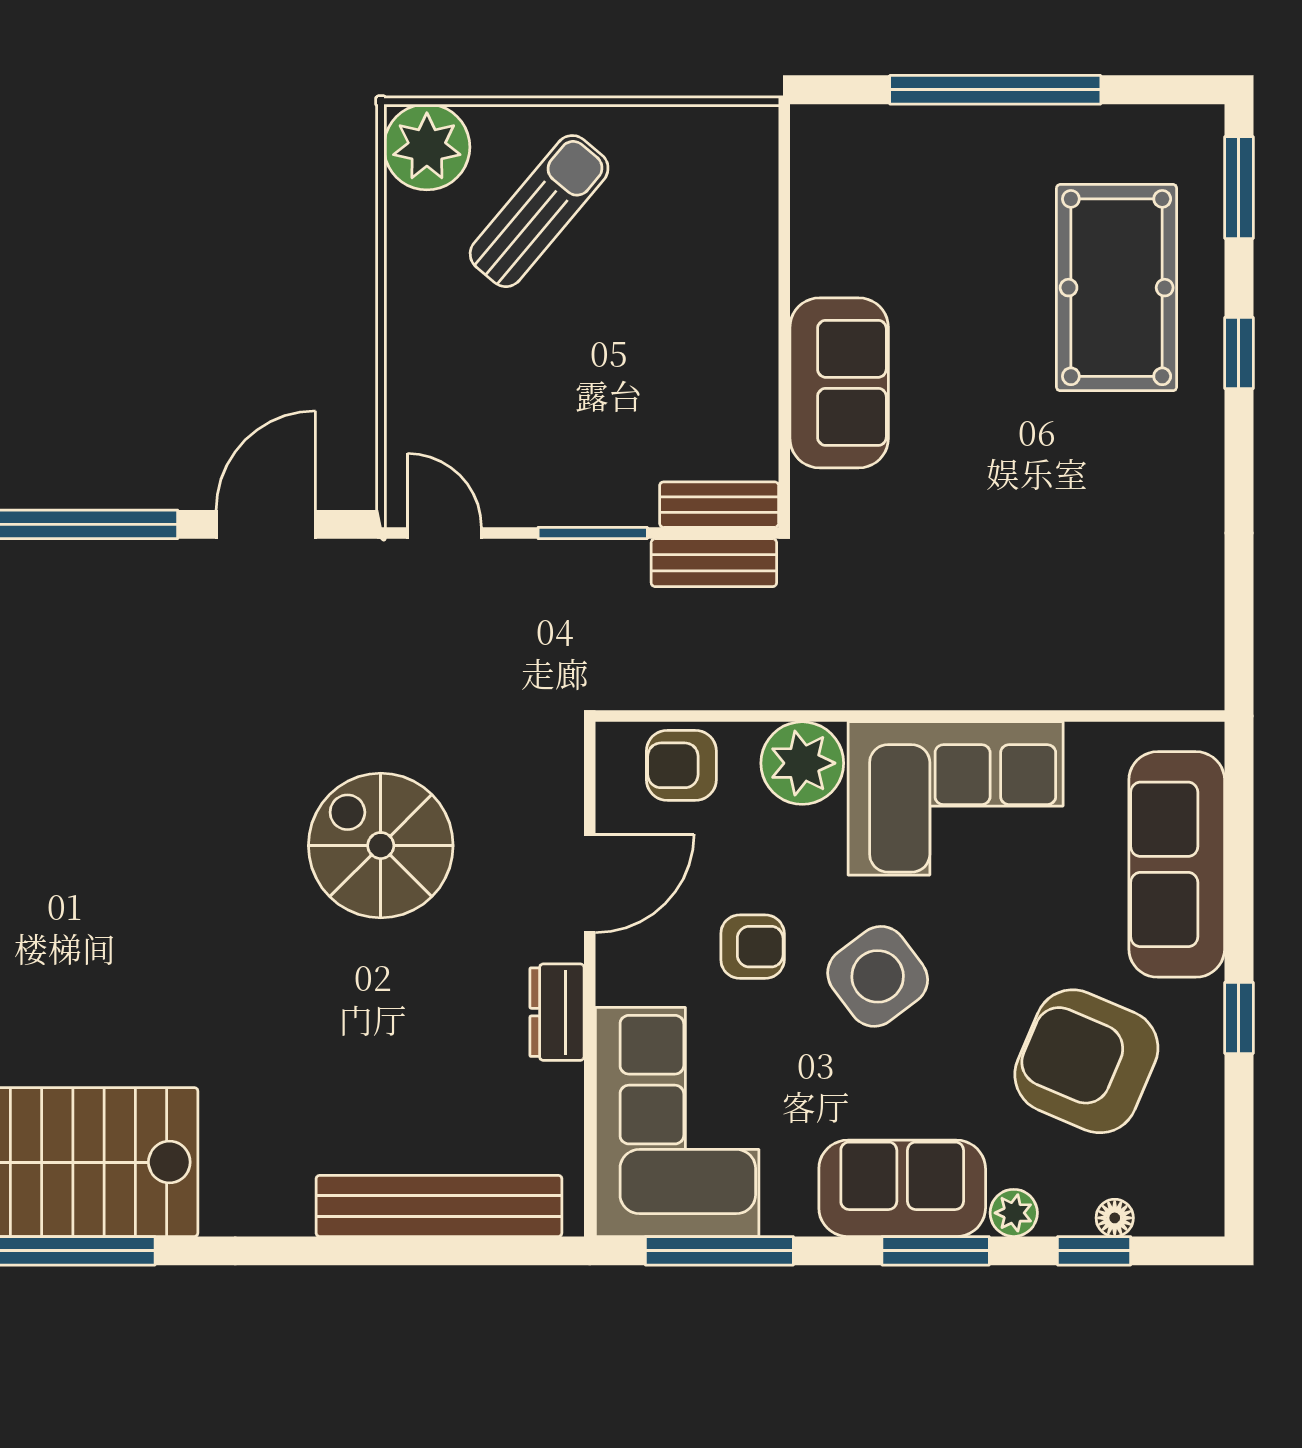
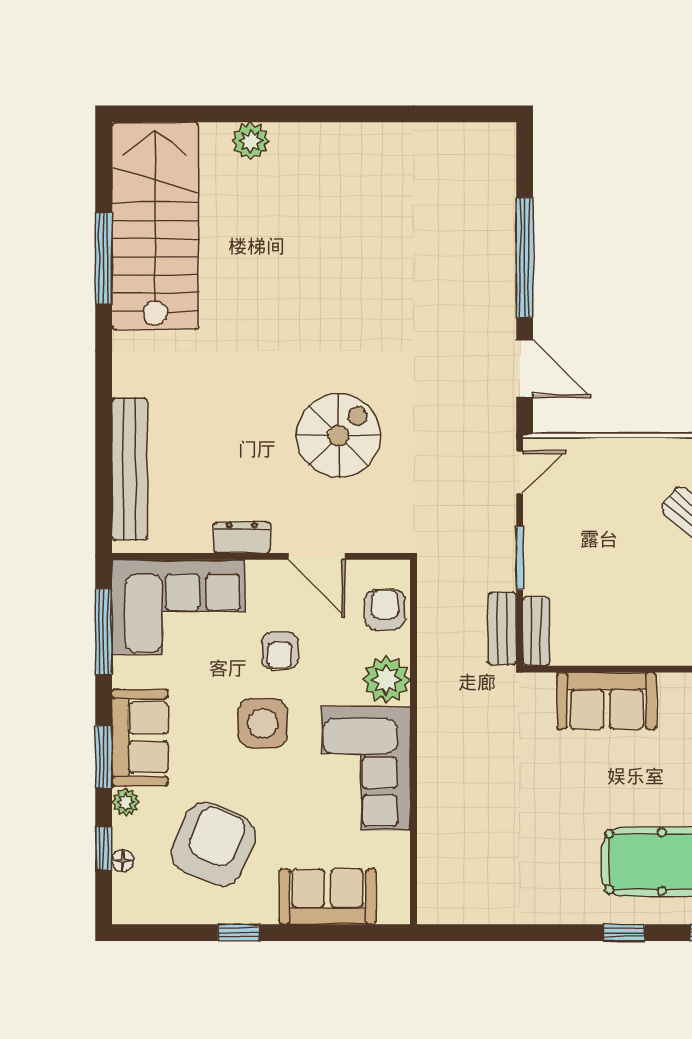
sofa: (1177, 864) -> (328, 897), width x0.73
side table: (878, 976) -> (263, 723), turned 37

